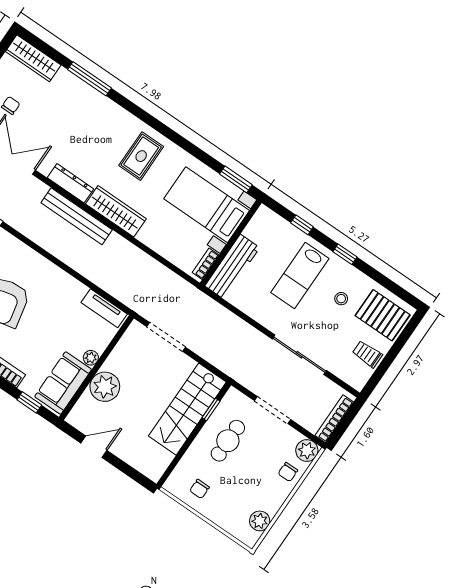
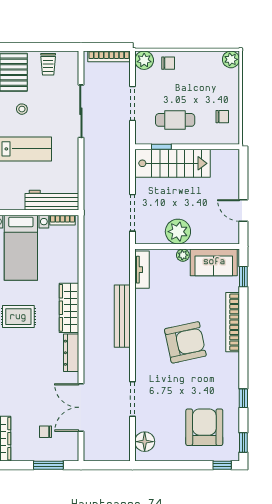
bench: (77, 216) -> (122, 316), moved
plant: (105, 387) -> (178, 232), moved
plant: (260, 521) -> (231, 59), moved

